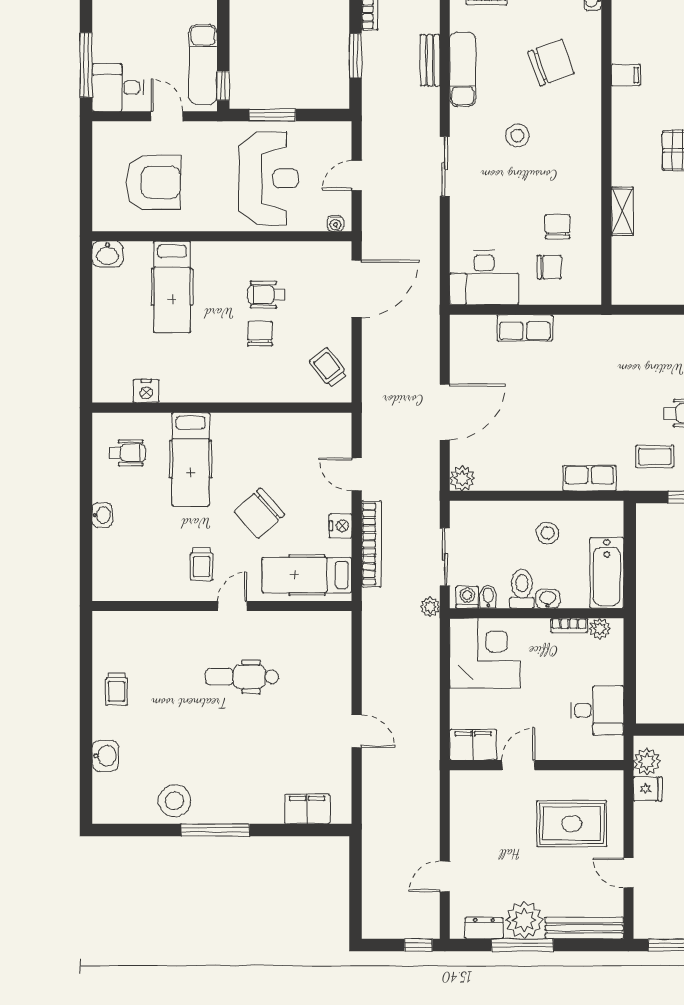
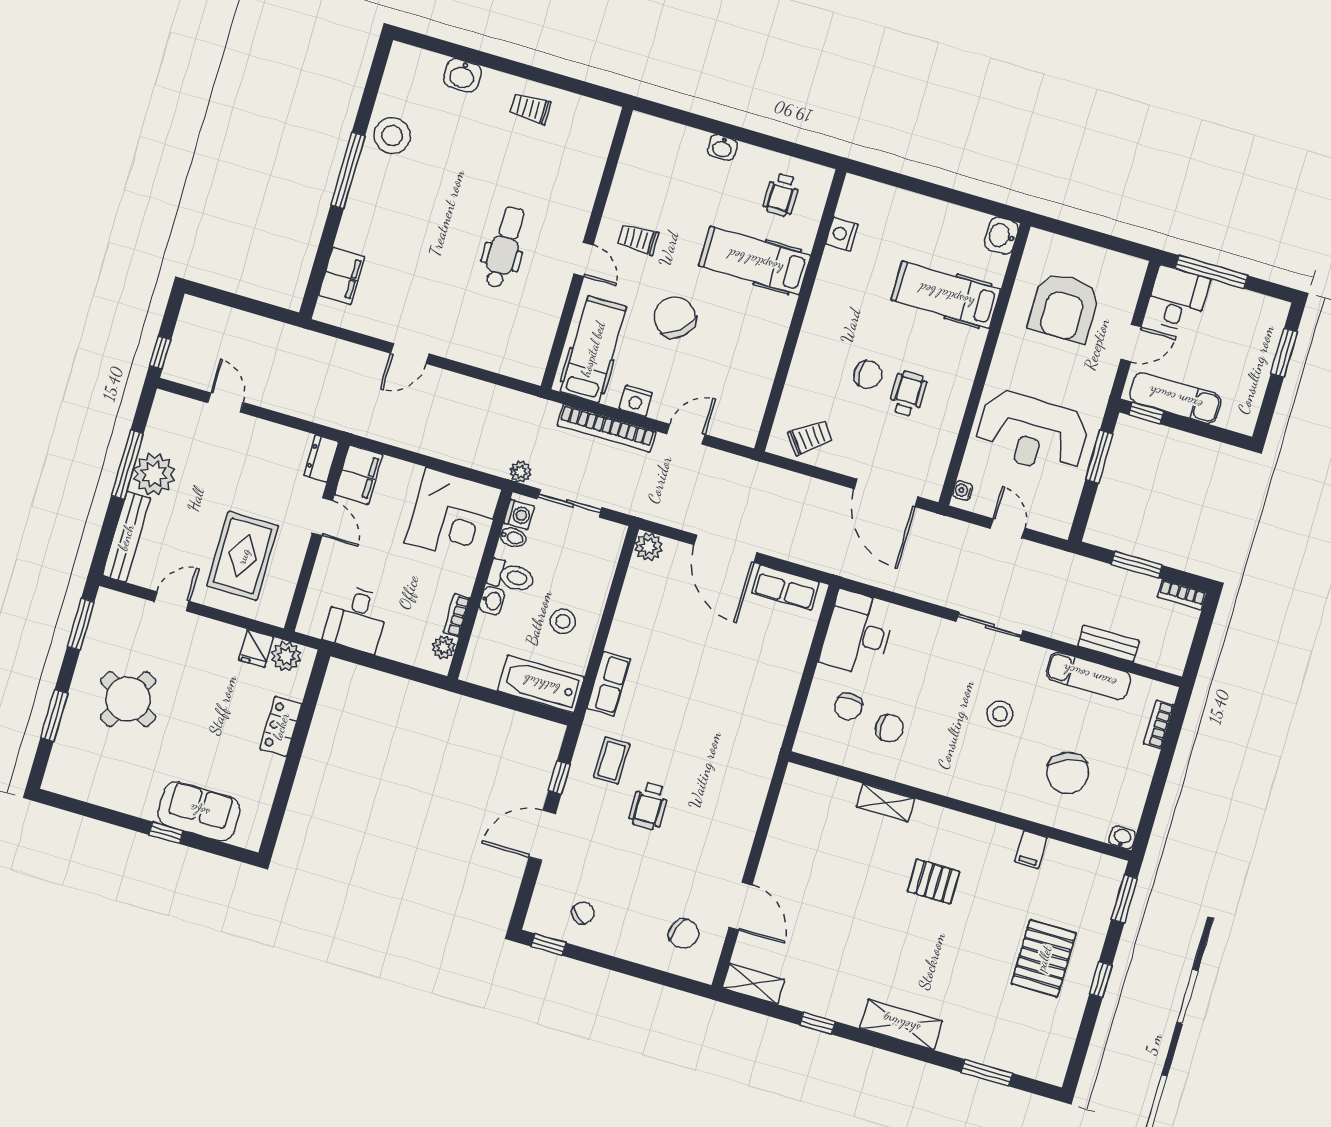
row of seats: (525, 328) -> (786, 588), moved, turned -90
bathtub: (607, 573) -> (541, 684), moved
dresser: (484, 928) -> (321, 458), moved, turned 180

